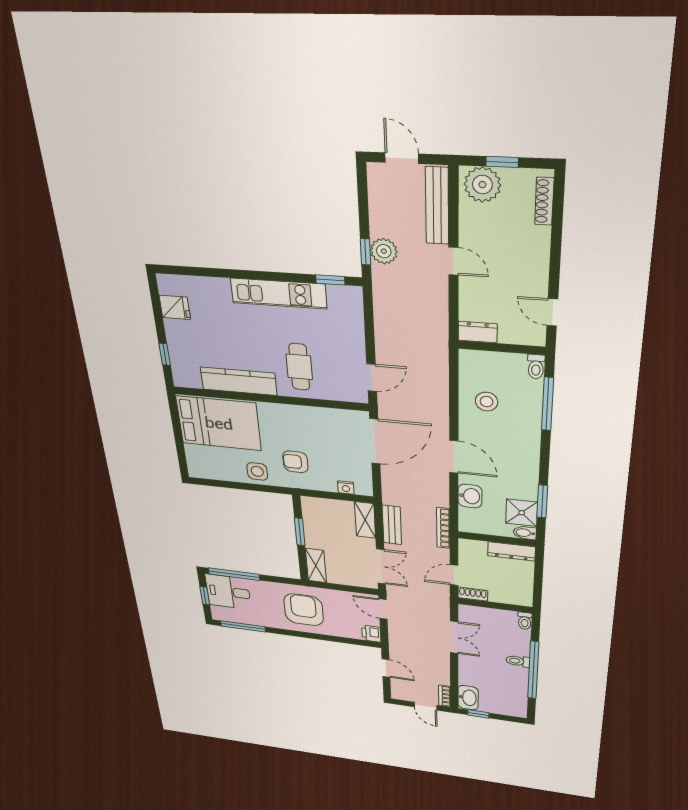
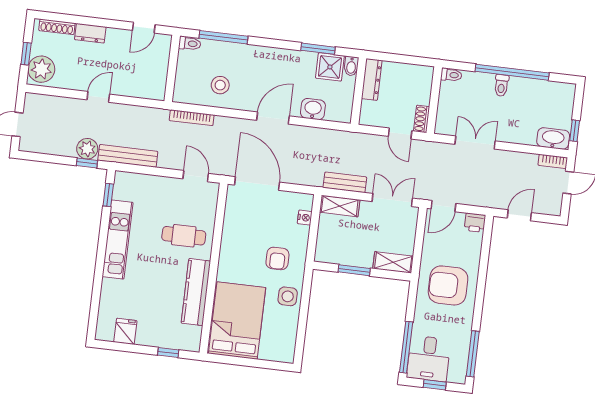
bench: (437, 206) -> (128, 156), moved
dresser: (478, 332) -> (90, 33), moved, turned -90
bookcase: (443, 528) -> (192, 118), moved

